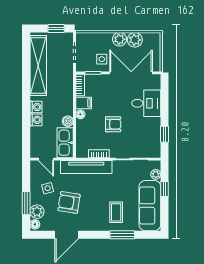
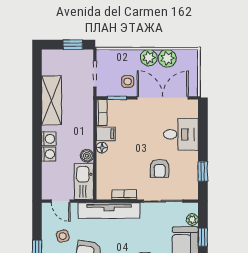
shelving: (38, 66) -> (51, 101), width x0.68
armchair: (113, 124) -> (160, 168), moved, turned 90

